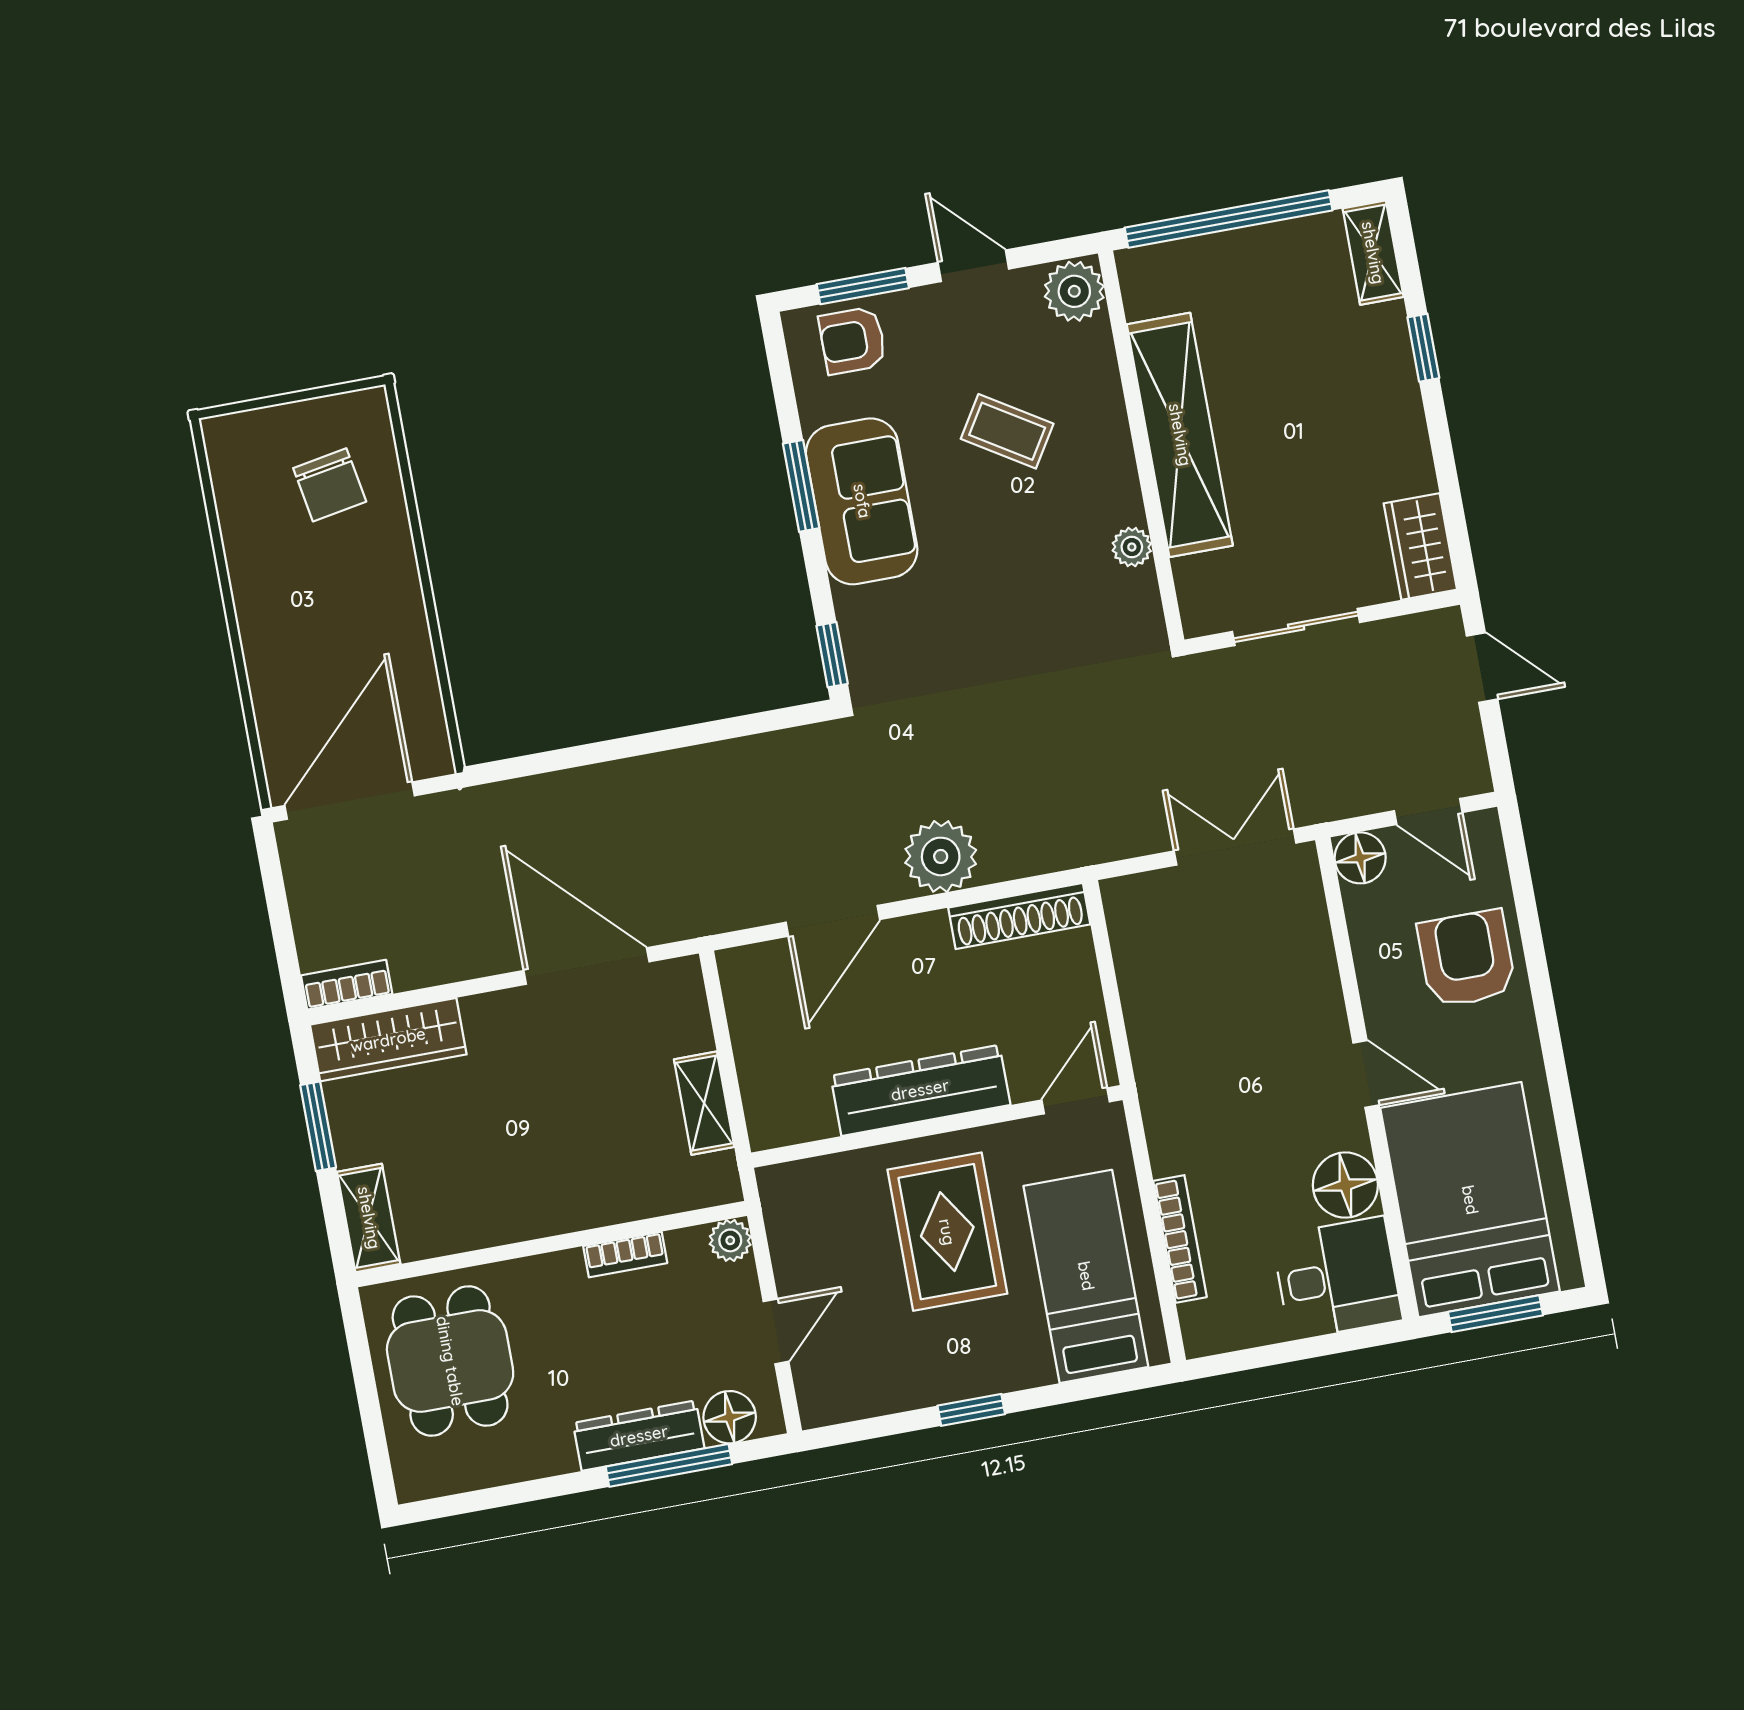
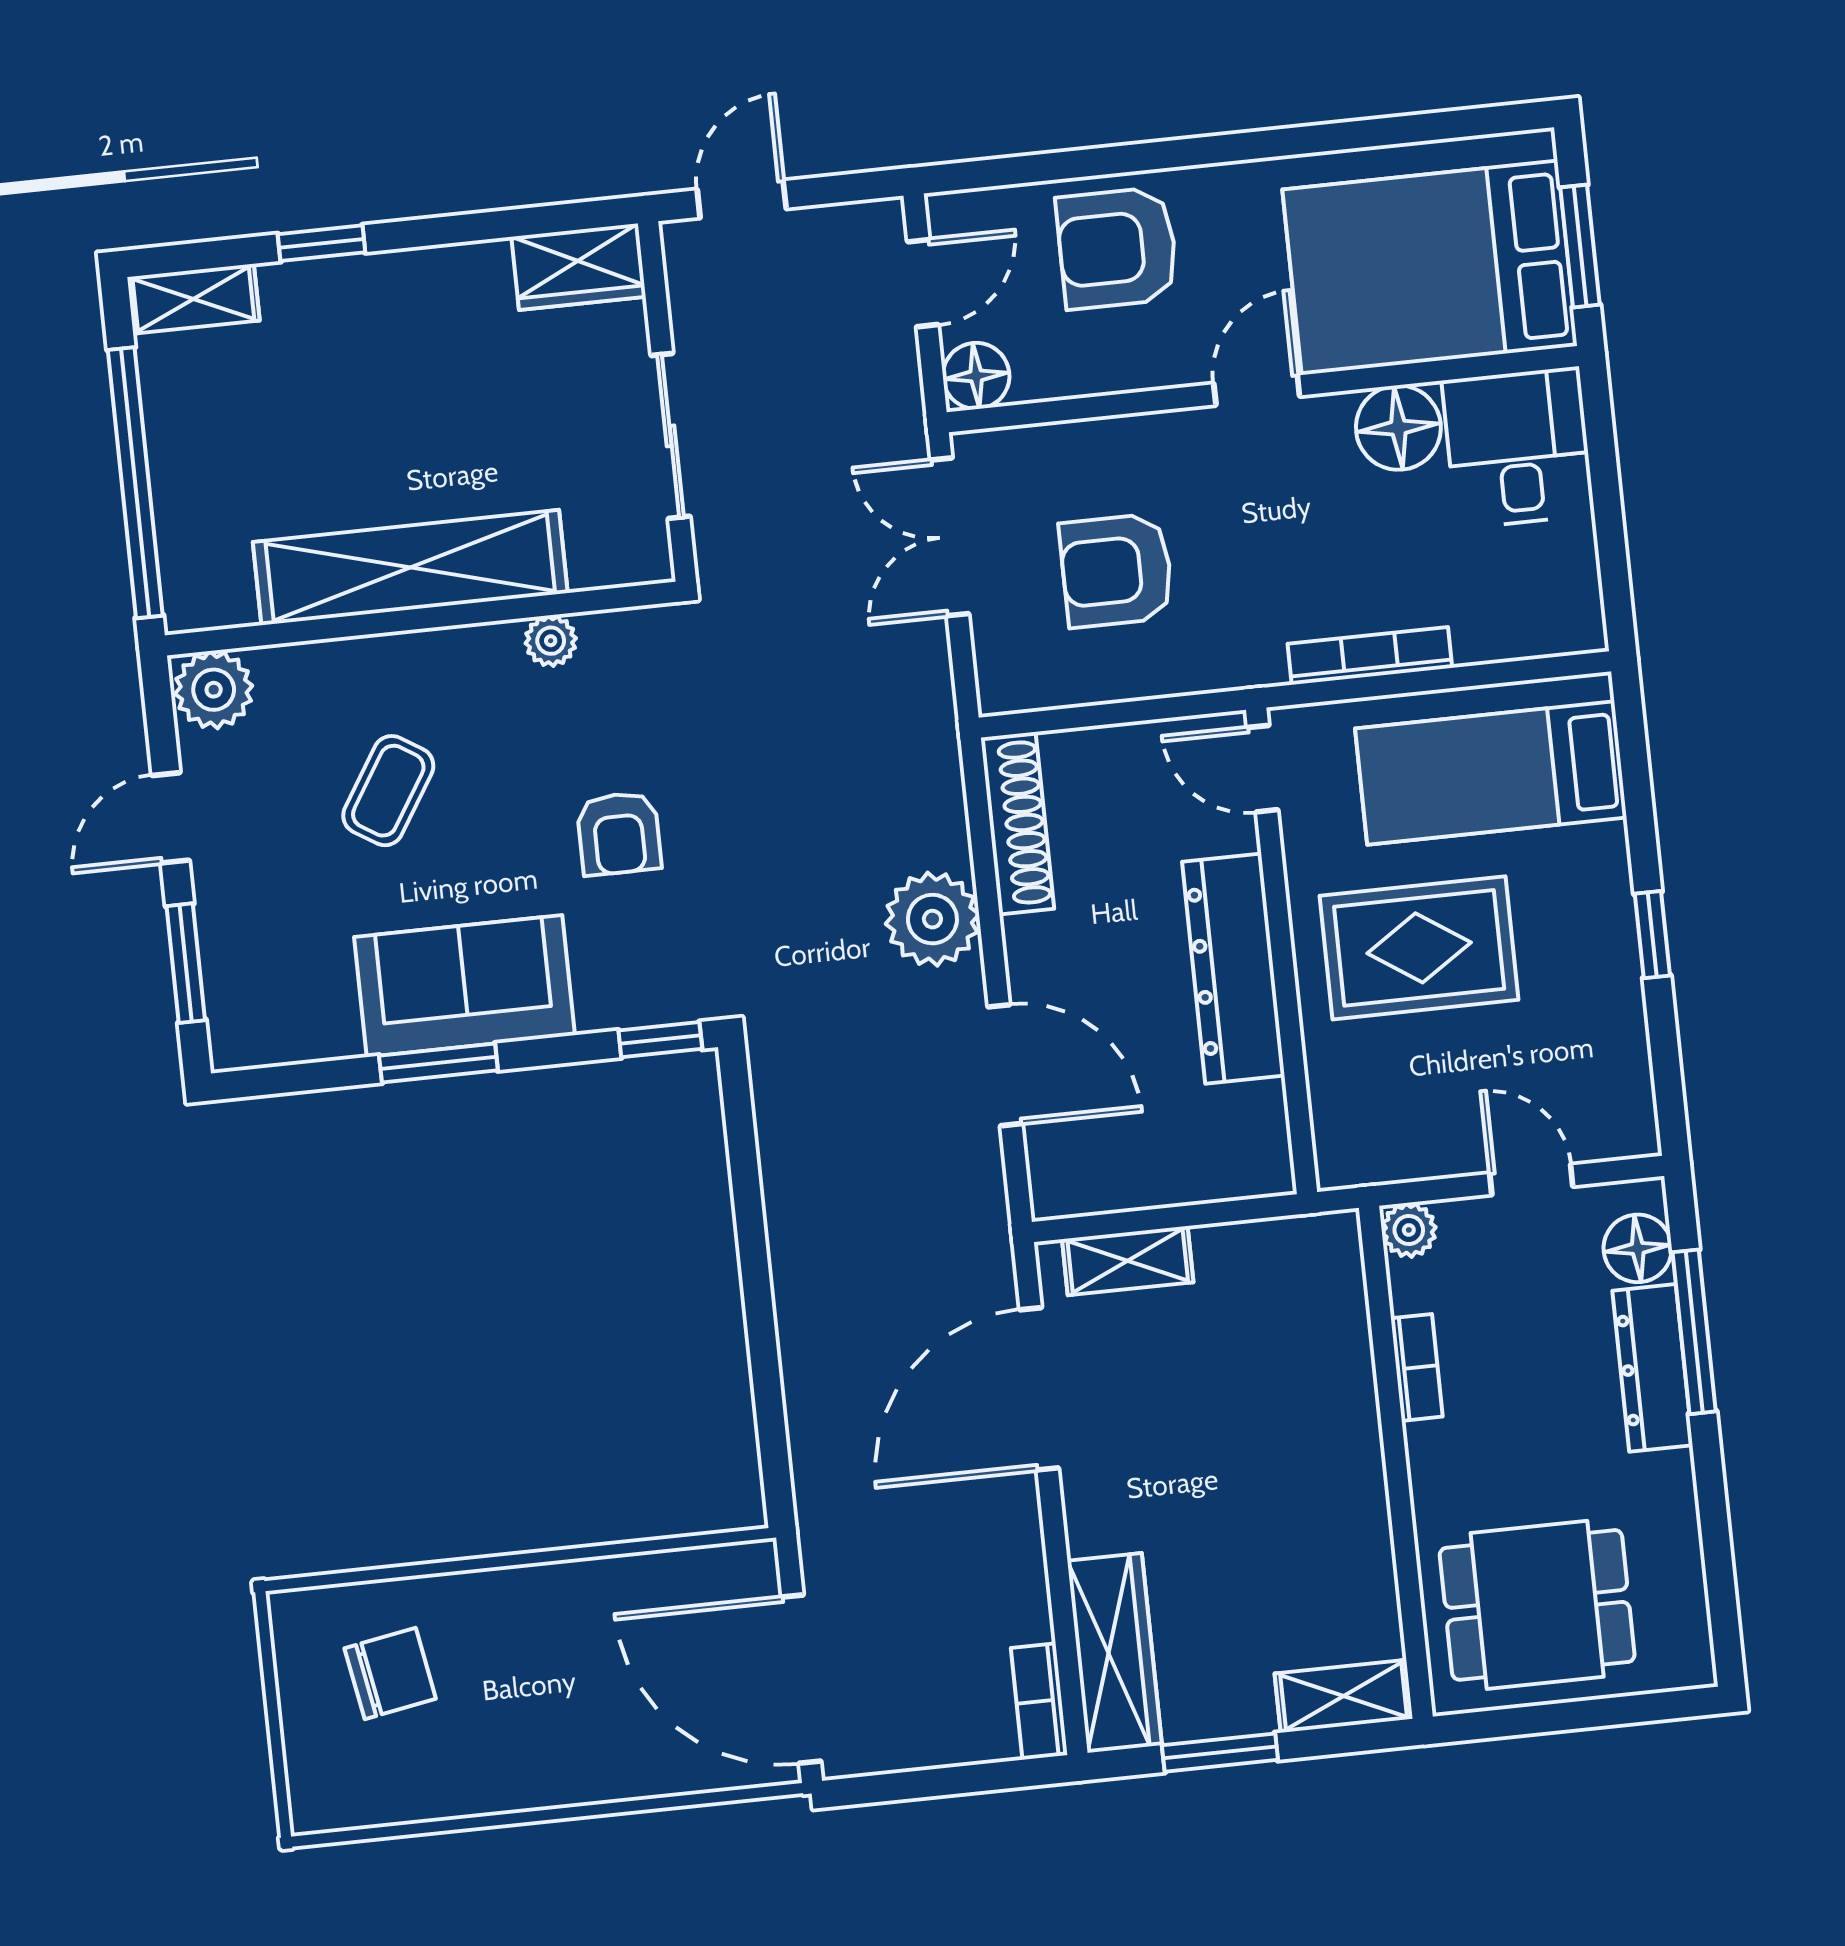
armchair: (853, 340) -> (619, 833), moved
armchair: (1219, 977) -> (1116, 571), added
shelving: (704, 1103) -> (1128, 1261), moved
bookcase: (1180, 1239) -> (1370, 656), moved

